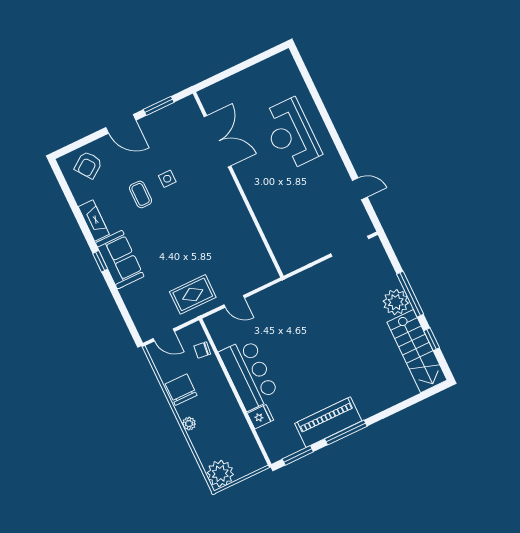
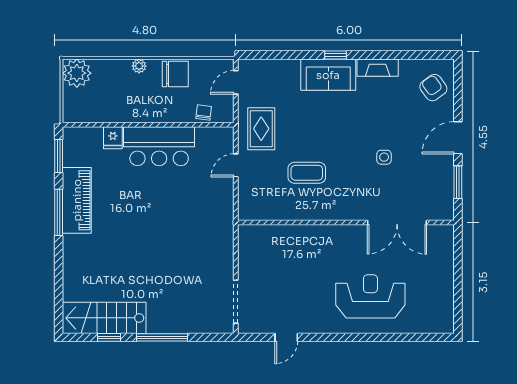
coffee table: (141, 194) -> (307, 173), moved, width x1.36, depth x1.30
plant: (396, 302) -> (161, 320), removed

